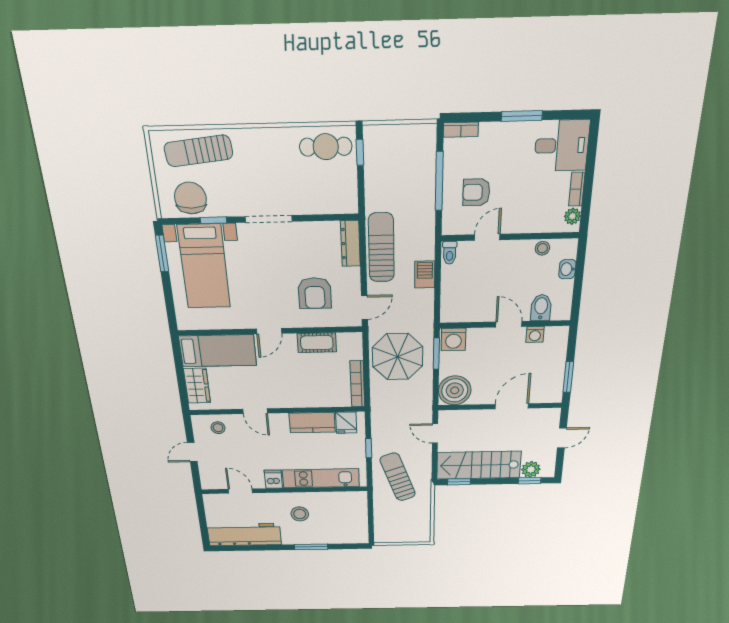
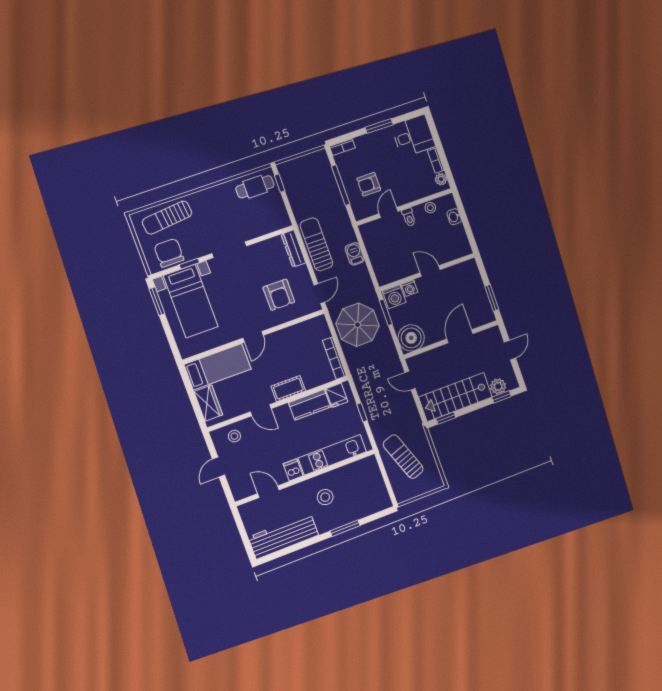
toilet: (450, 253) -> (409, 217), moved
bidet: (541, 308) -> (448, 251), removed
washing machine: (535, 334) -> (409, 288), moved
cot: (317, 343) -> (288, 389), moved
sun lounger: (398, 477) -> (403, 457), moved

